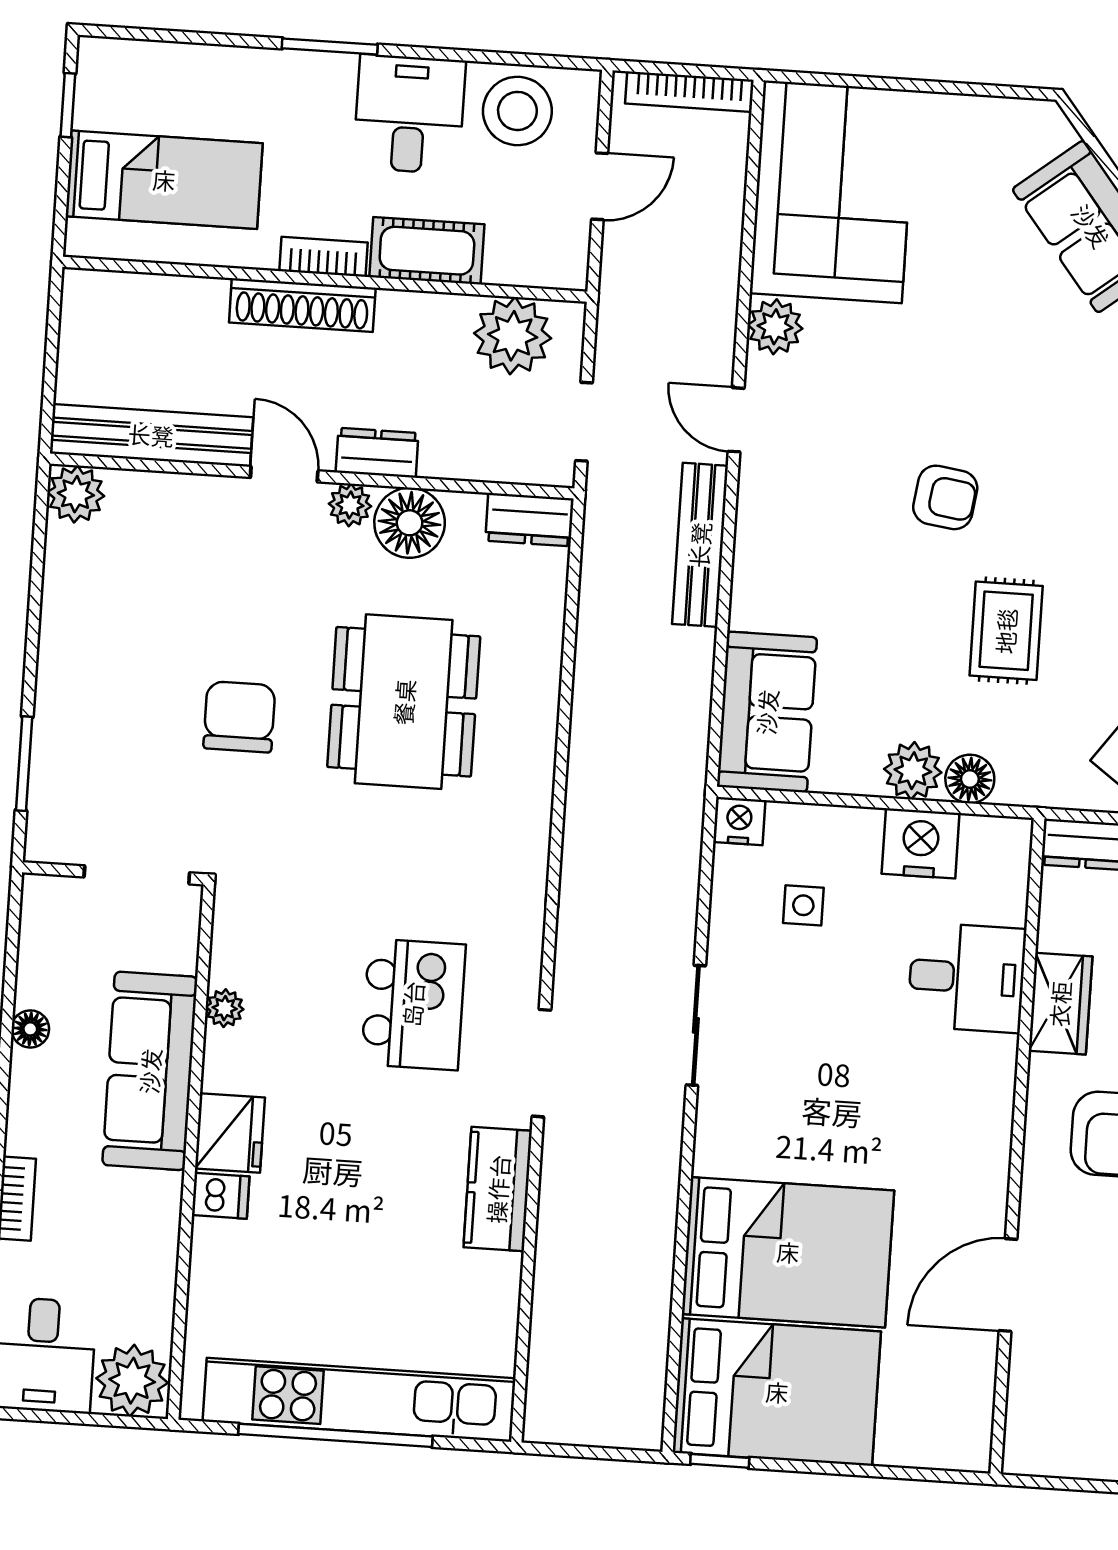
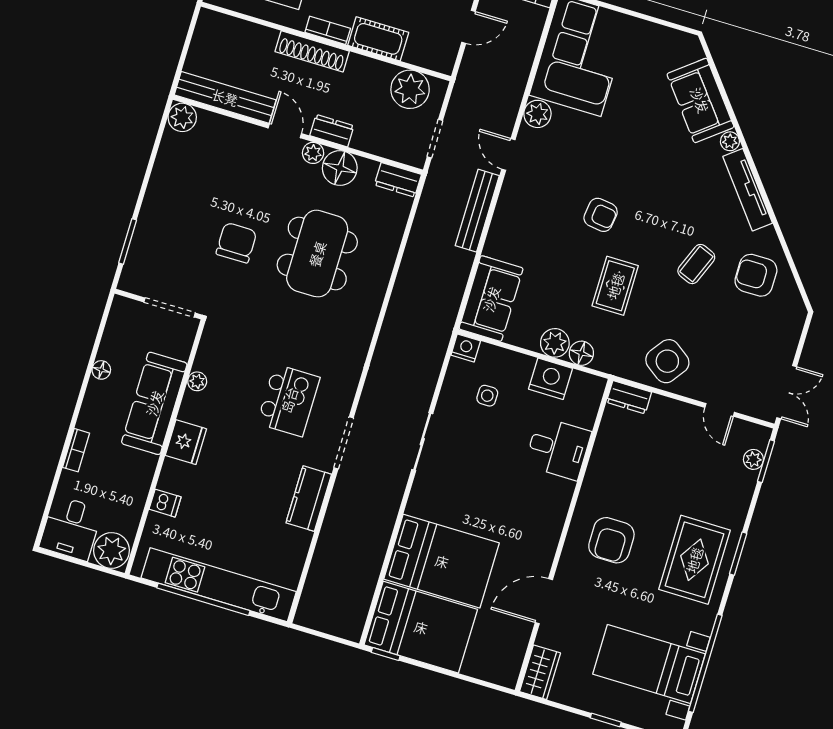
wardrobe: (1060, 1004) -> (540, 672), moved
dishwasher: (221, 1196) -> (165, 503), moved

